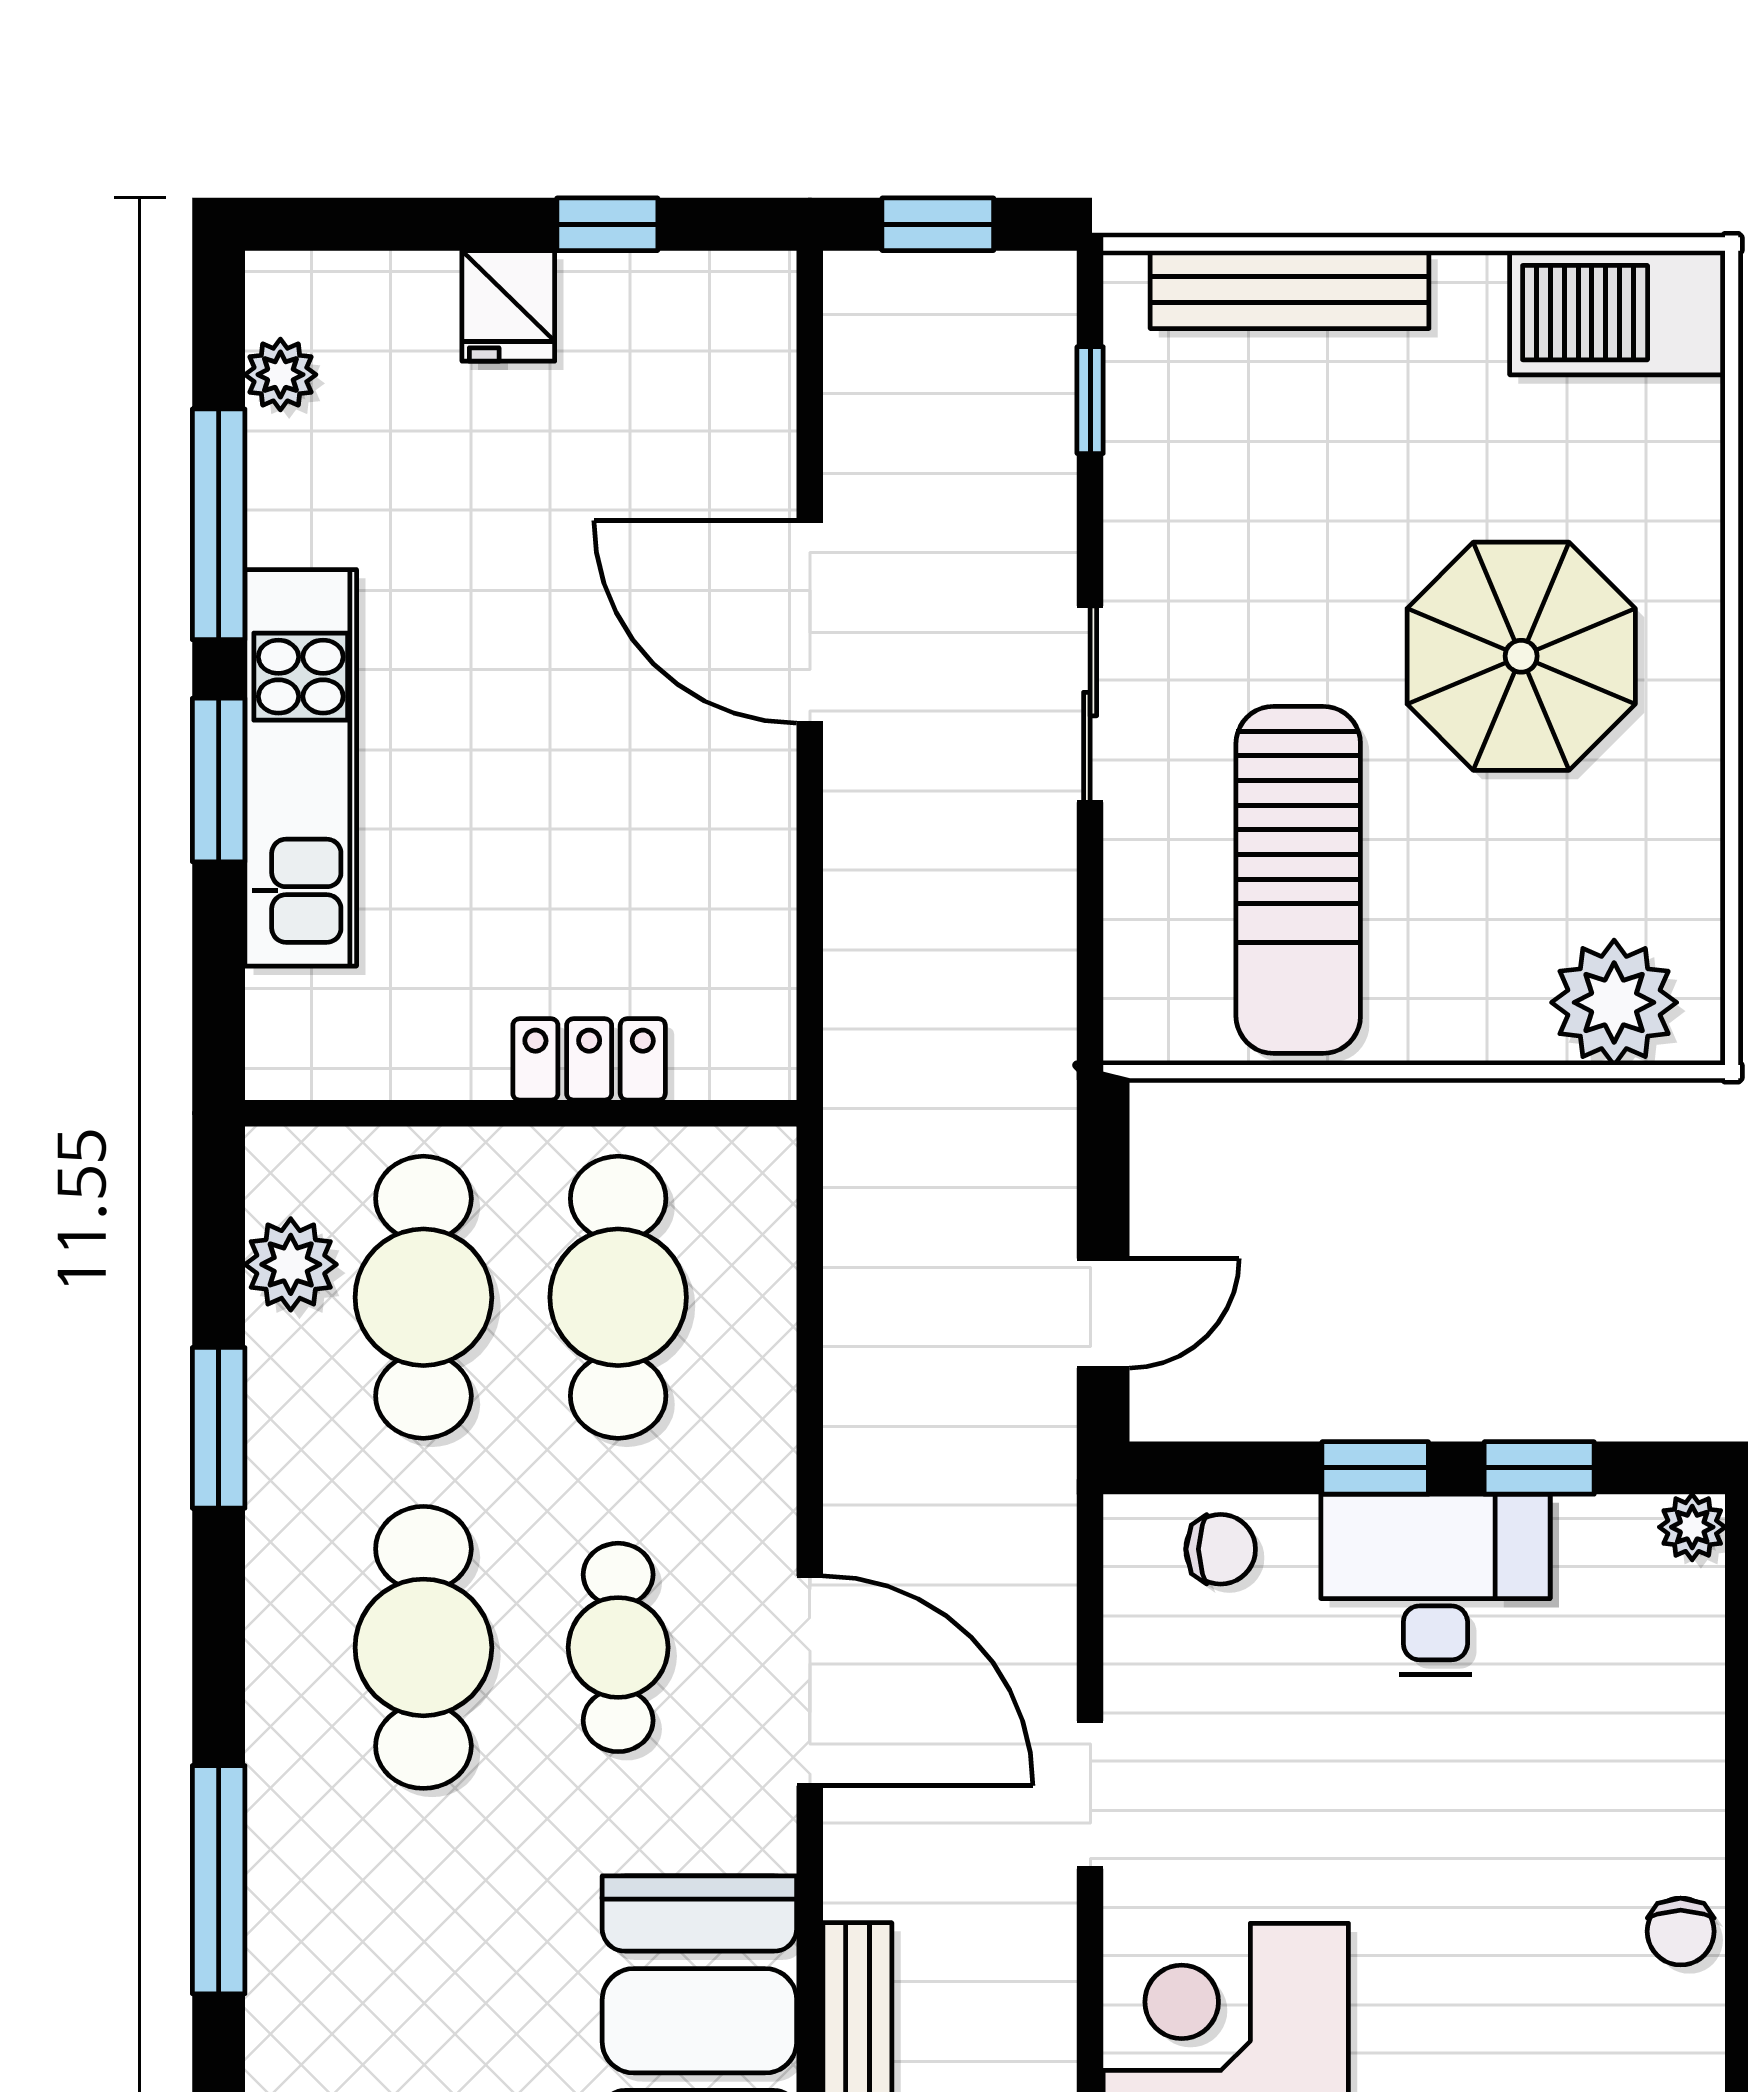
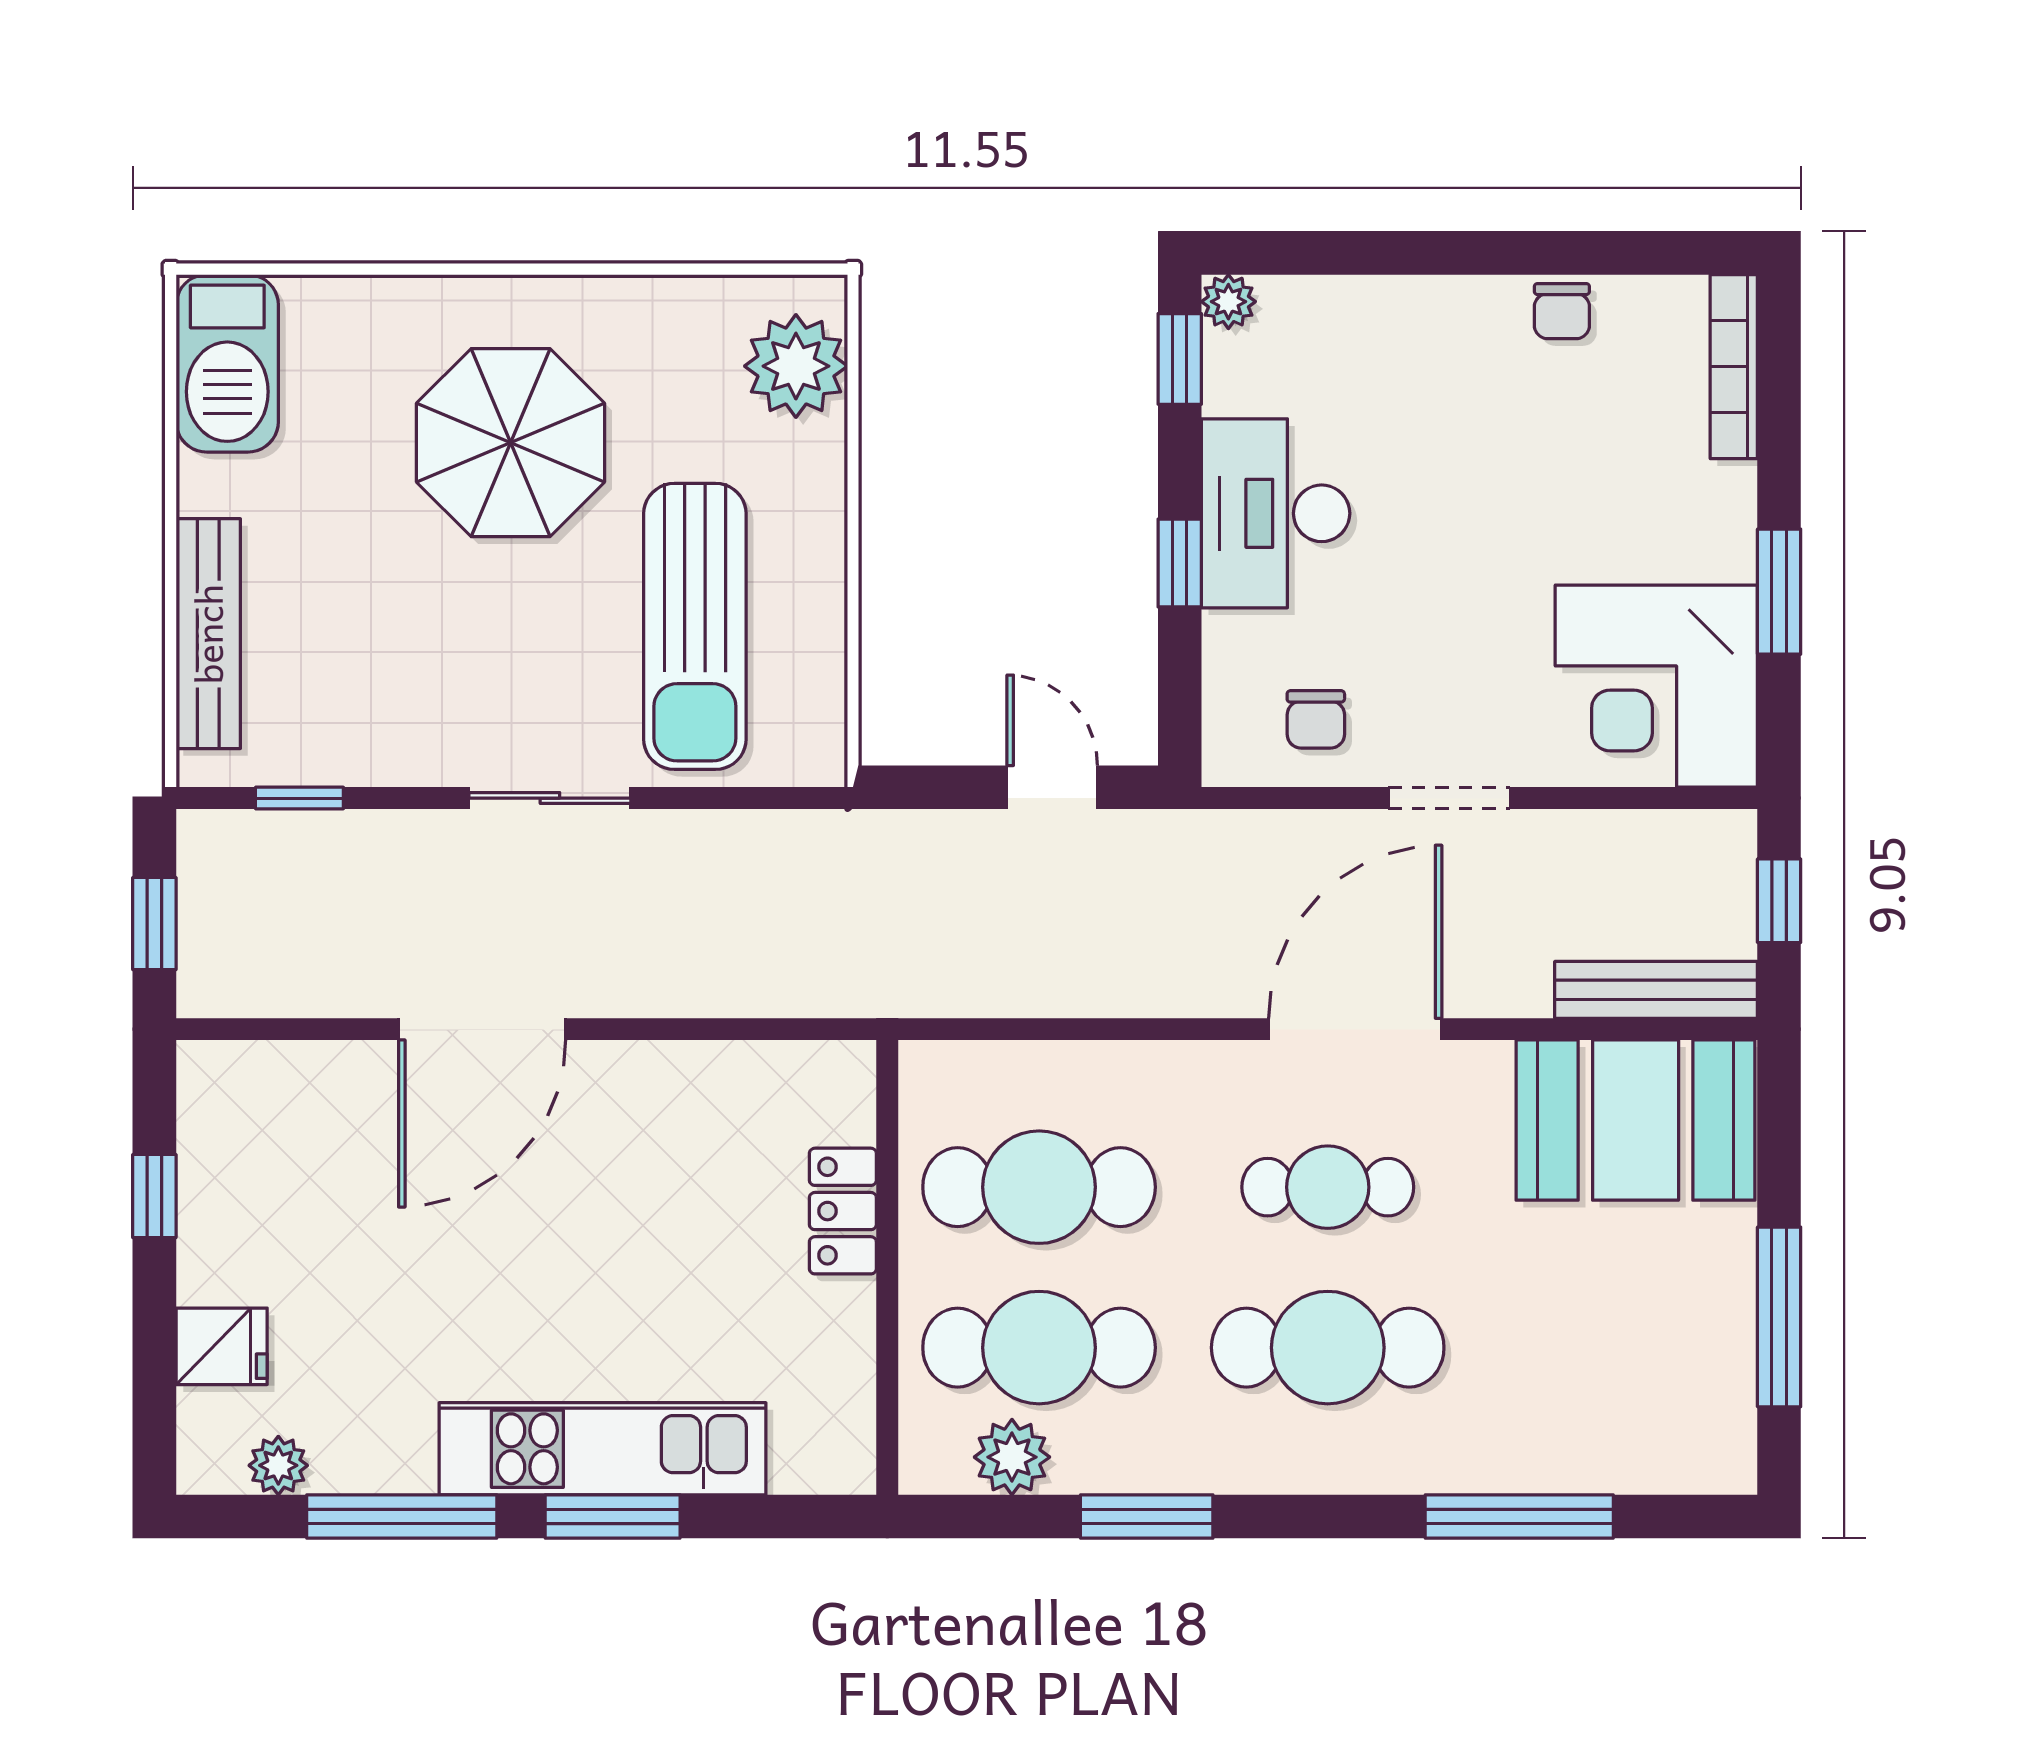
fridge: (508, 306) -> (222, 1346), moved
sun lounger: (1298, 880) -> (695, 626), turned 90
window: (1539, 1468) -> (1180, 359), moved
chair: (1221, 1549) -> (1316, 719), moved, turned 180
chair: (1681, 1931) -> (1562, 311), turned 90

